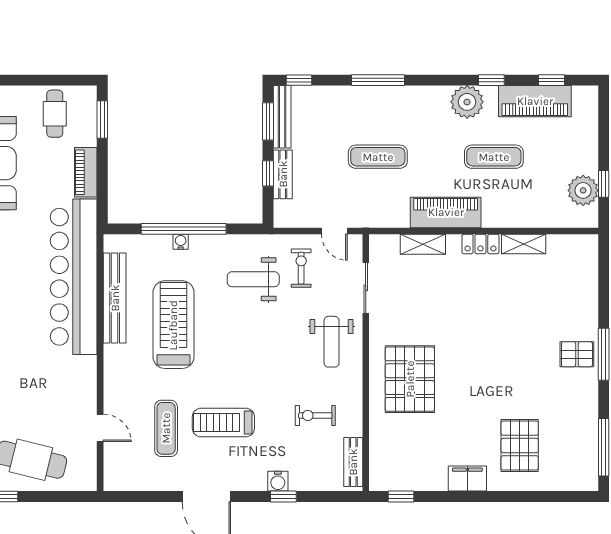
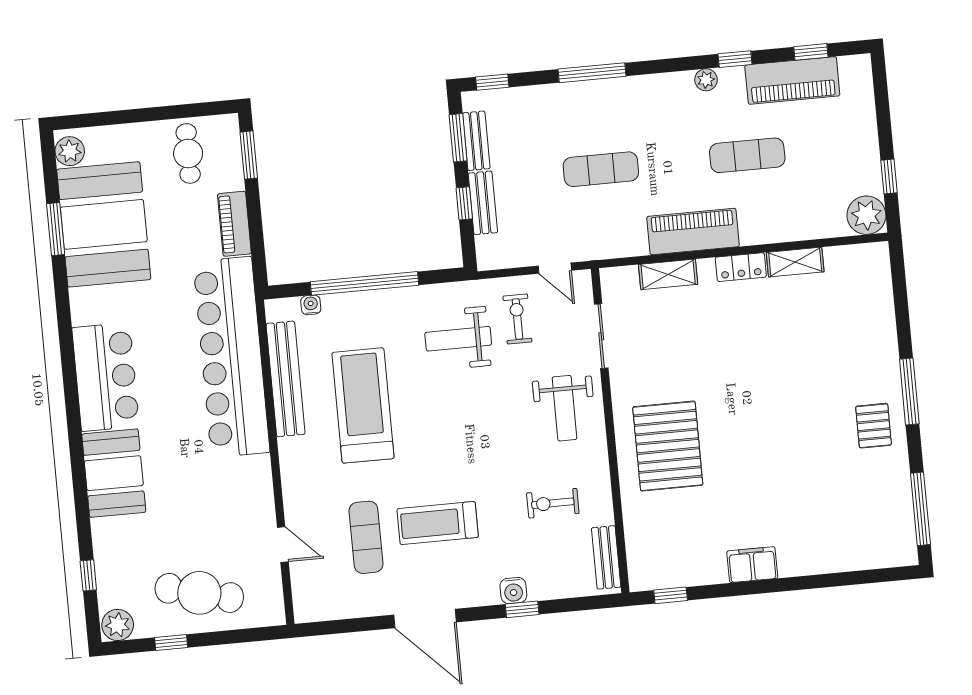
plant: (467, 102) -> (706, 80), width x0.53, depth x0.53
bench: (282, 117) -> (476, 141), width x0.73
plant: (583, 190) -> (866, 215), moved
water cooler: (181, 242) -> (311, 305), moved
pallet: (577, 354) -> (874, 426), moved, turned 90
pallet: (520, 446) -> (814, 517), removed

